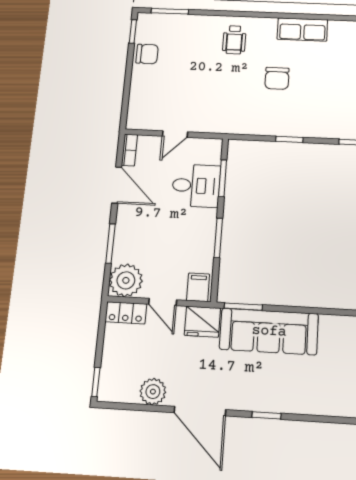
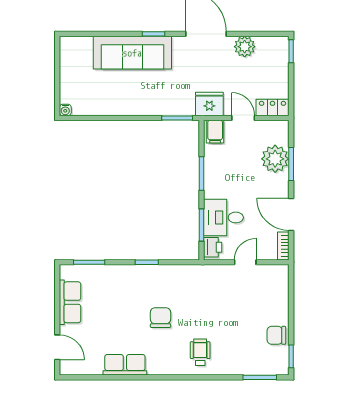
row of seats: (302, 29) -> (125, 365), moved
printer: (211, 153) -> (213, 247), added
plant: (126, 280) -> (275, 159), moved
sofa: (269, 331) -> (132, 53), moved, turned 180

